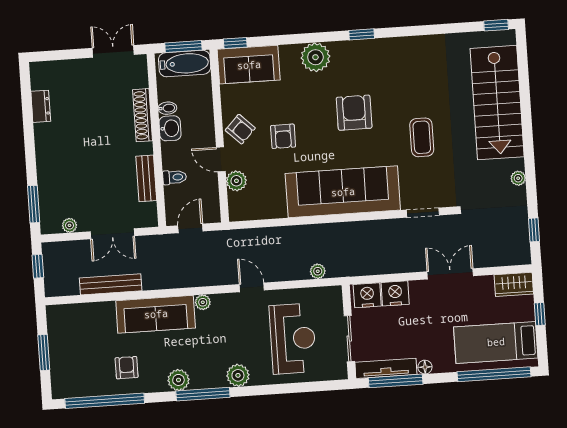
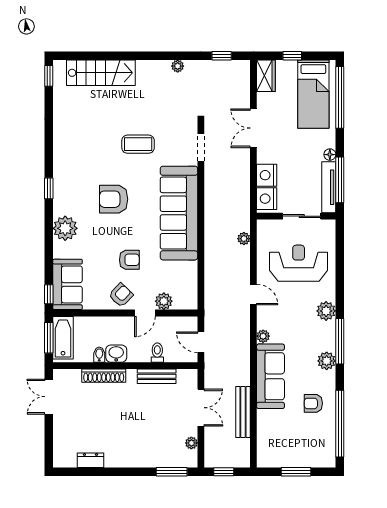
stairs: (497, 103) -> (101, 73), width x0.73, depth x0.66
door: (252, 287) -> (253, 294), swing flipped

